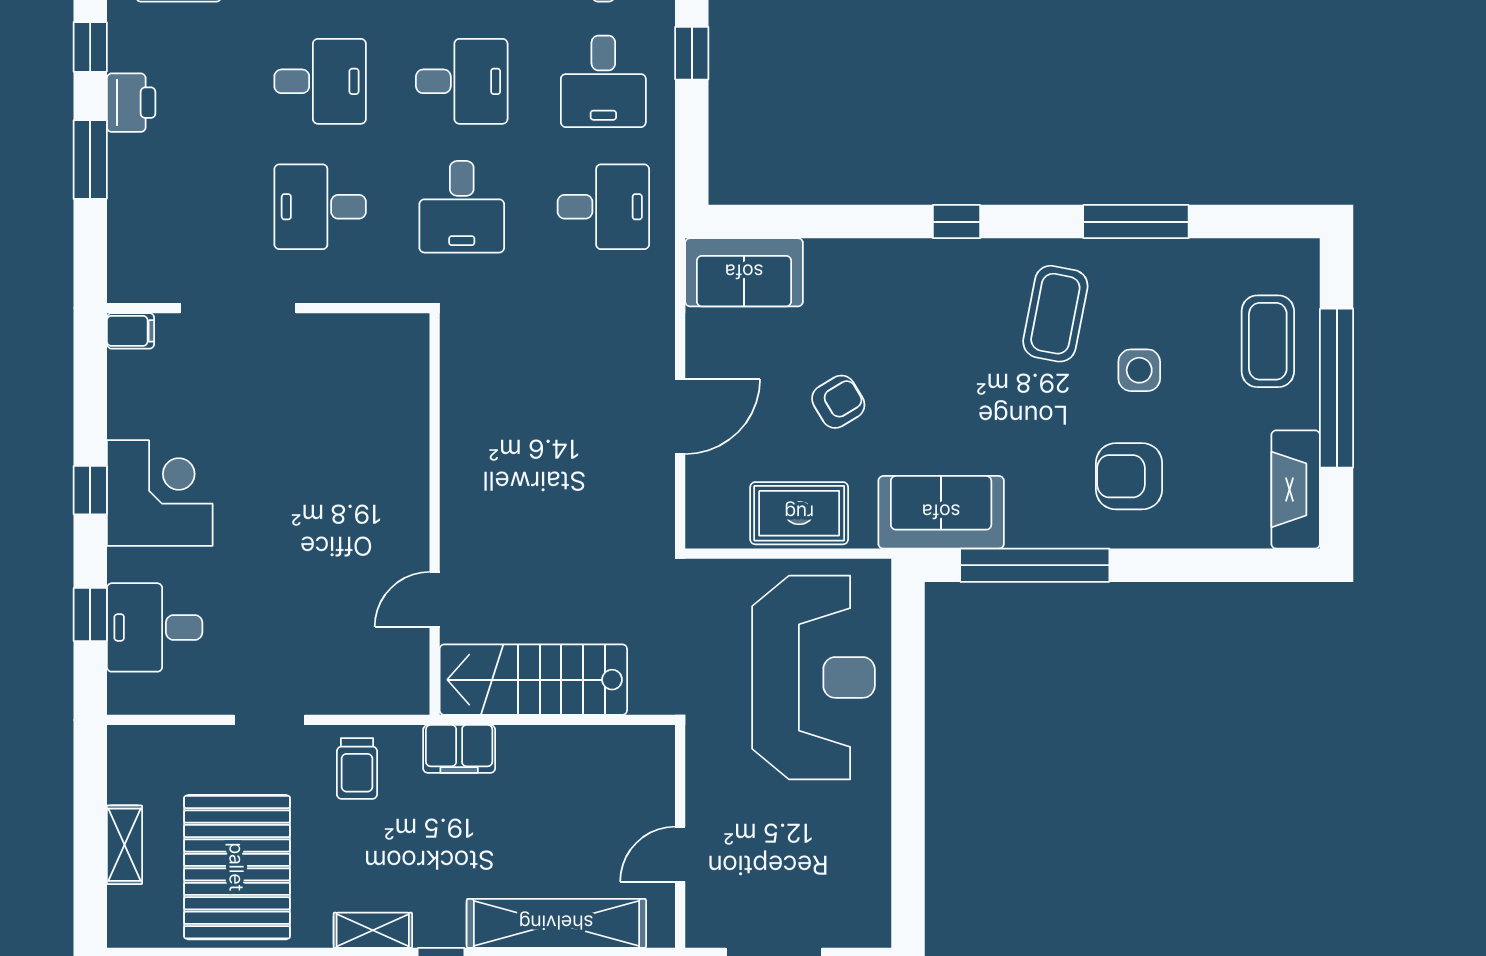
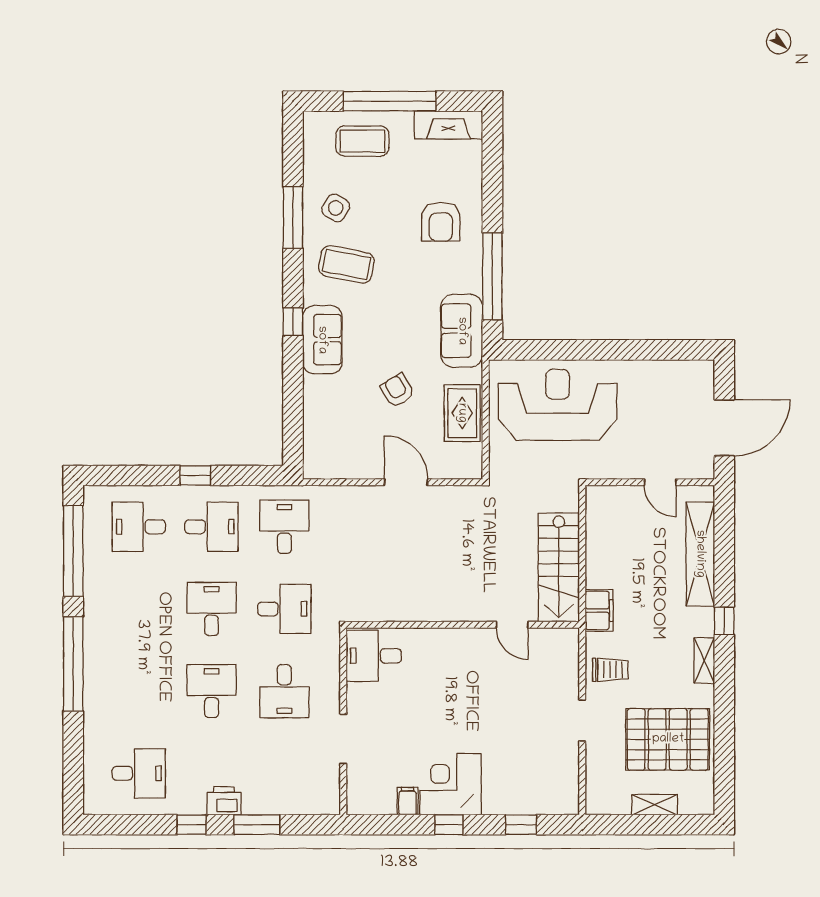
sofa: (744, 272) -> (322, 340), moved
doorway: (238, 308) -> (343, 739), width x0.73
filing cabinet: (131, 331) -> (408, 801), moved
side table: (1139, 370) -> (336, 208), moved, turned 31
desk: (155, 627) -> (374, 656), moved, turned 90

